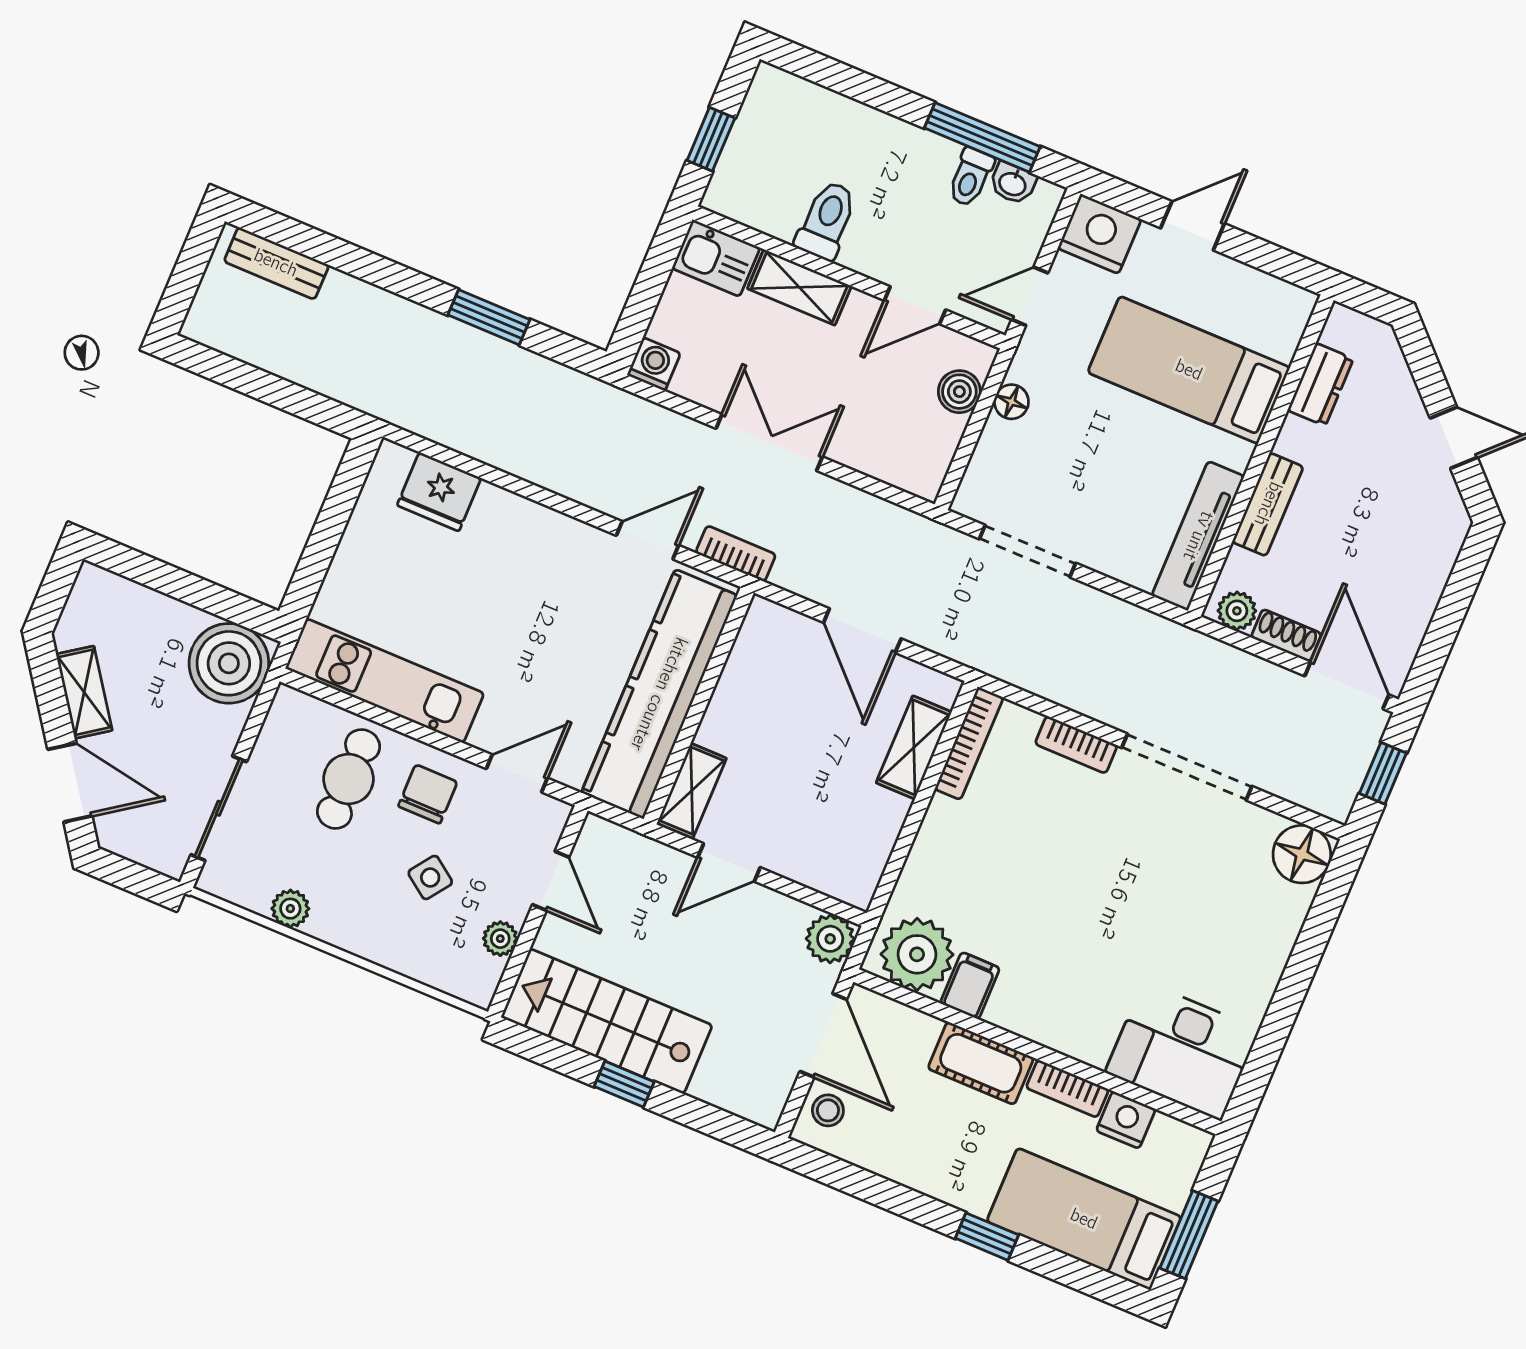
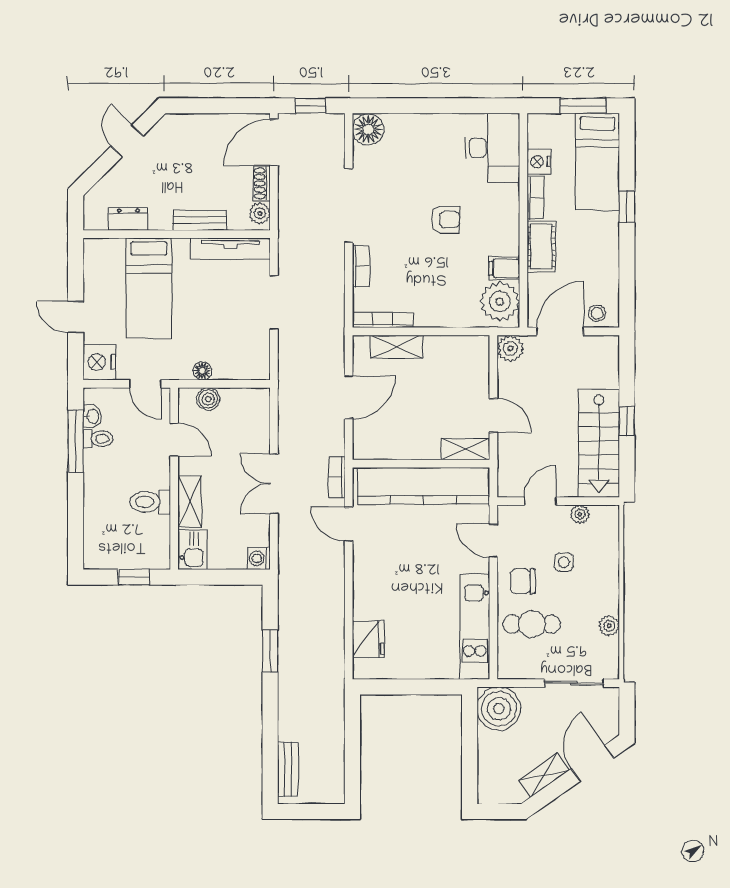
doorway: (1027, 551) -> (274, 302), moved
side table: (430, 878) -> (564, 562), turned -36
armchair: (1094, 921) -> (446, 220), added

